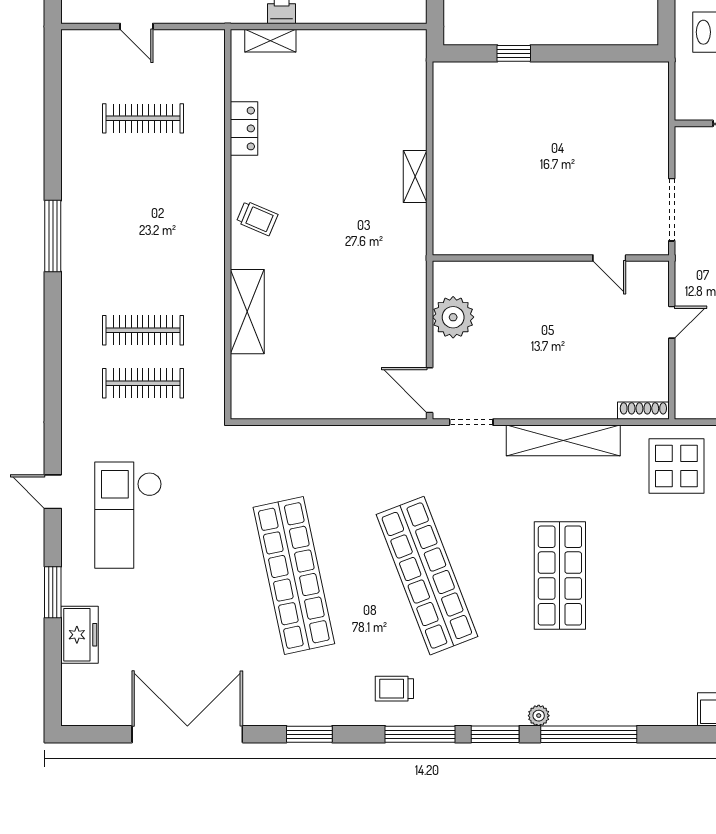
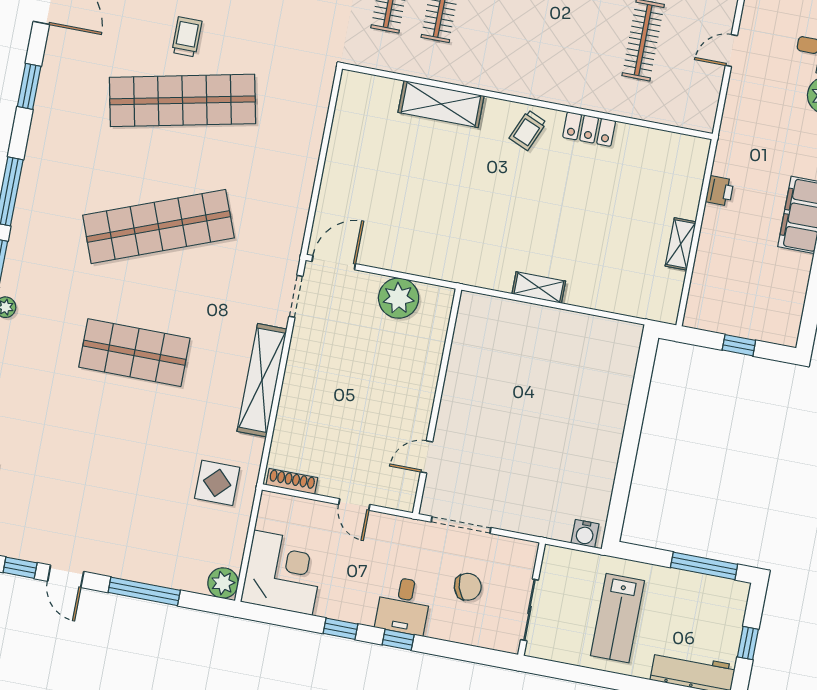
shelving: (270, 41) -> (681, 244), moved
window: (514, 53) -> (638, 403), removed
water cooler: (657, 82) -> (585, 534), added
locker: (244, 128) -> (589, 129), moved
shoe rack: (643, 411) -> (292, 481), moved, turned -90
display table: (676, 466) -> (217, 483), width x0.73, depth x0.73
trolley: (394, 689) -> (187, 37), moved

